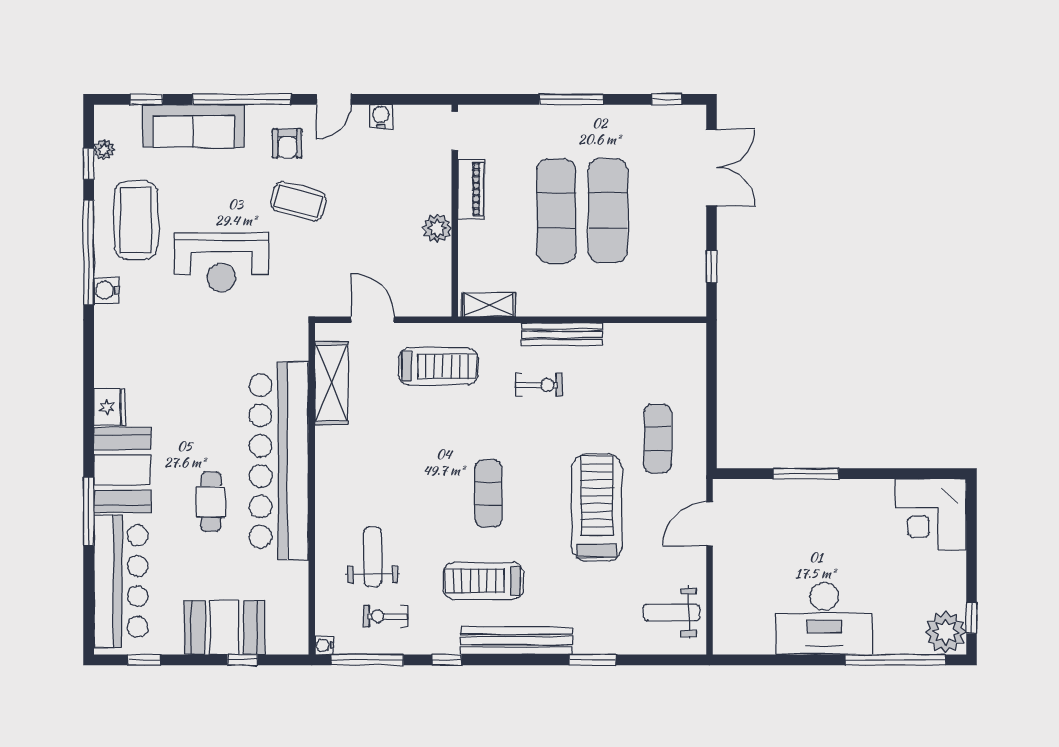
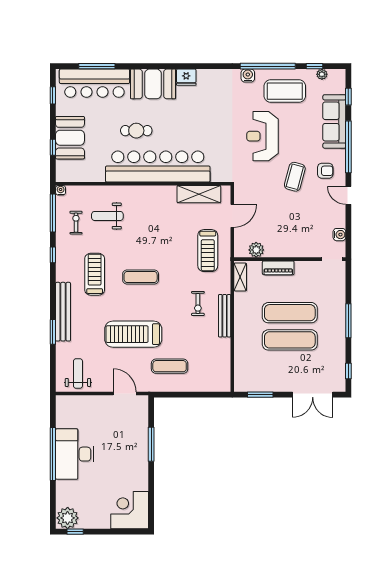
water cooler: (381, 116) -> (339, 235), moved
armchair: (287, 143) -> (325, 171), turned 180
piano: (471, 189) -> (278, 268), moved
plant: (437, 228) -> (256, 250), moved
window: (712, 267) -> (260, 395), width x1.50
treadmill: (597, 507) -> (133, 334), turned 180
window: (89, 511) -> (97, 66), moved
weight bench: (373, 557) -> (107, 216), turned 180
bench: (516, 641) -> (63, 312), moved
window: (895, 660) -> (53, 454), moved

